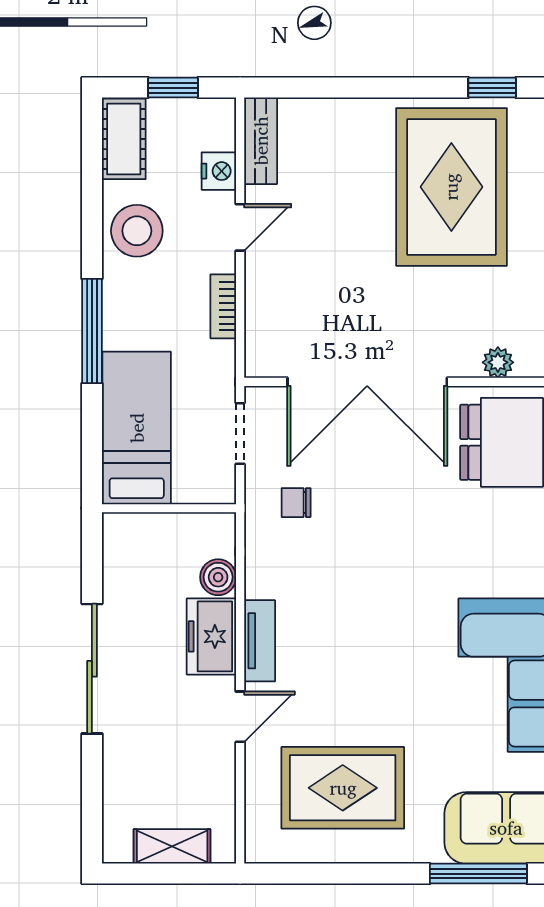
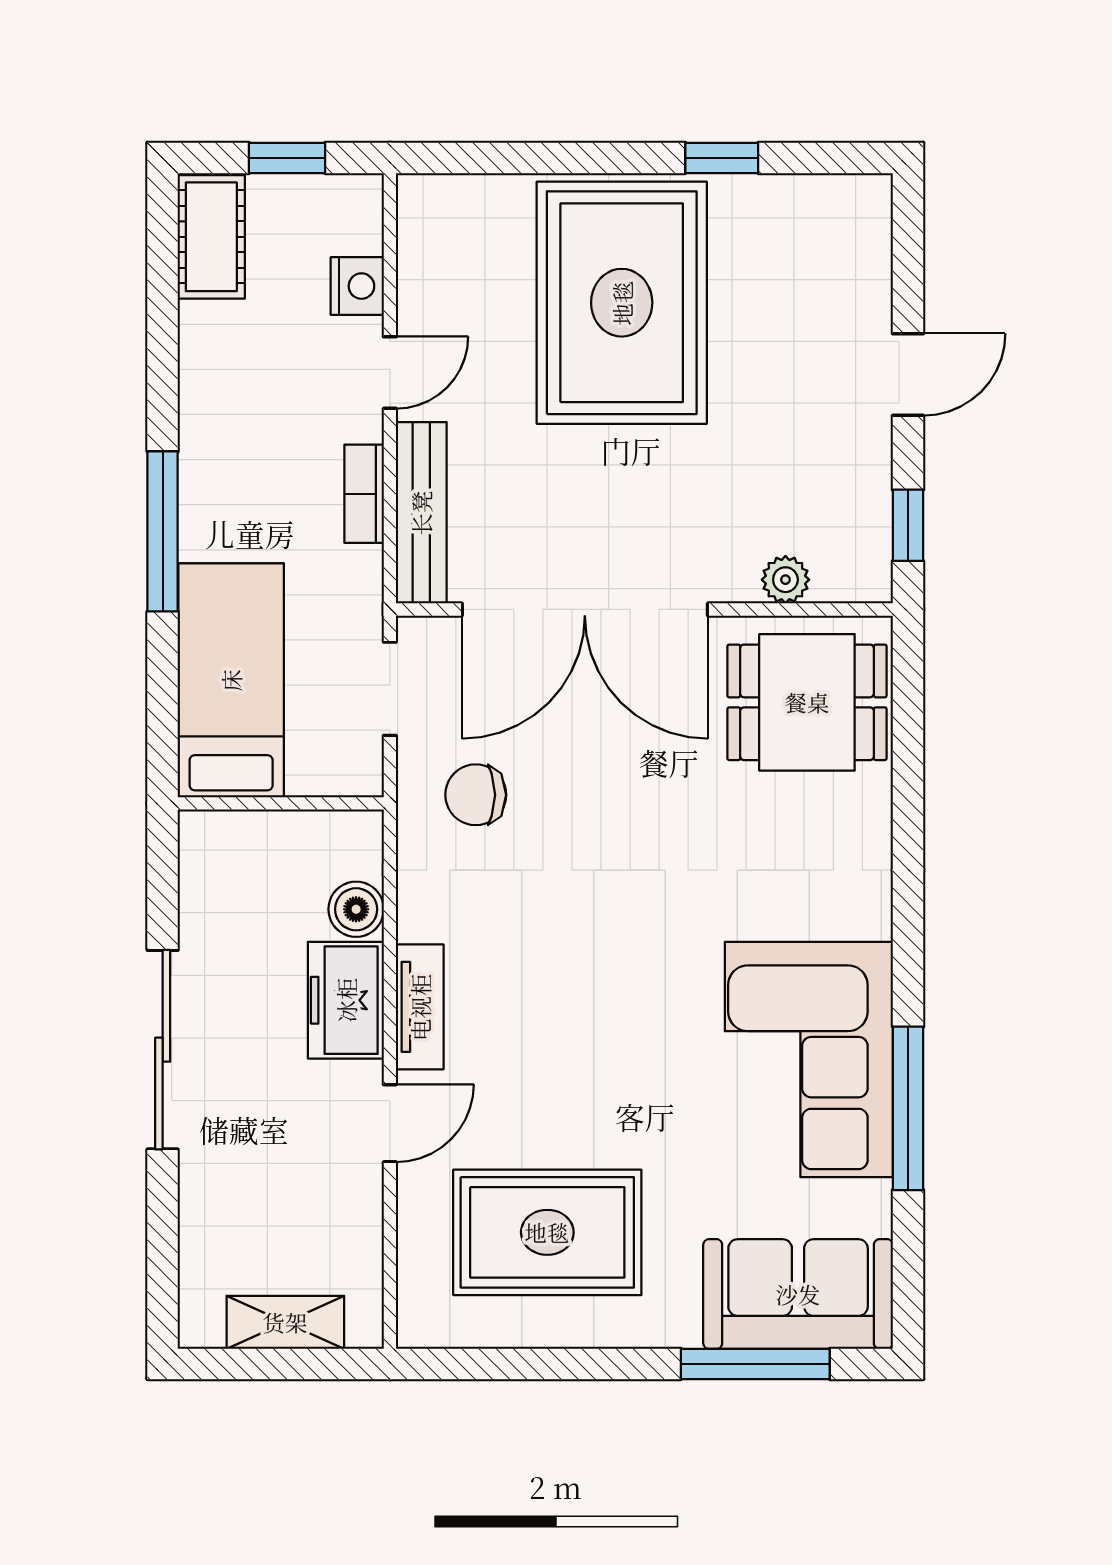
window: (492, 88) -> (722, 158), moved
bench: (261, 141) -> (421, 513), moved, width x1.36
rug: (451, 187) -> (622, 303), moved
stool: (137, 231) -> (231, 378), removed
chair: (296, 503) -> (476, 795), width x1.37, depth x1.37

